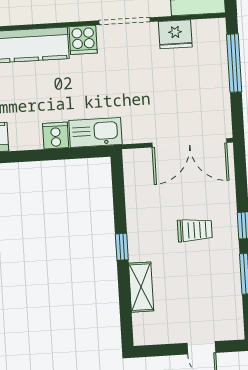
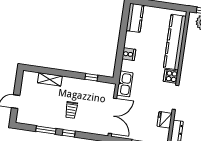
kitchen sink: (95, 132) -> (125, 84), moved
double door: (189, 143) -> (112, 116), swing flipped
window: (122, 247) -> (91, 77), moved

